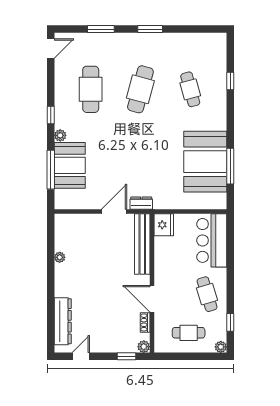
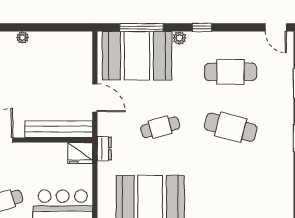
cafe table: (190, 89) -> (160, 127), moved
booth: (70, 165) -> (137, 56), width x1.36, depth x1.42
dresser: (141, 203) -> (104, 149), moved
plant: (60, 257) -> (22, 38), moved

